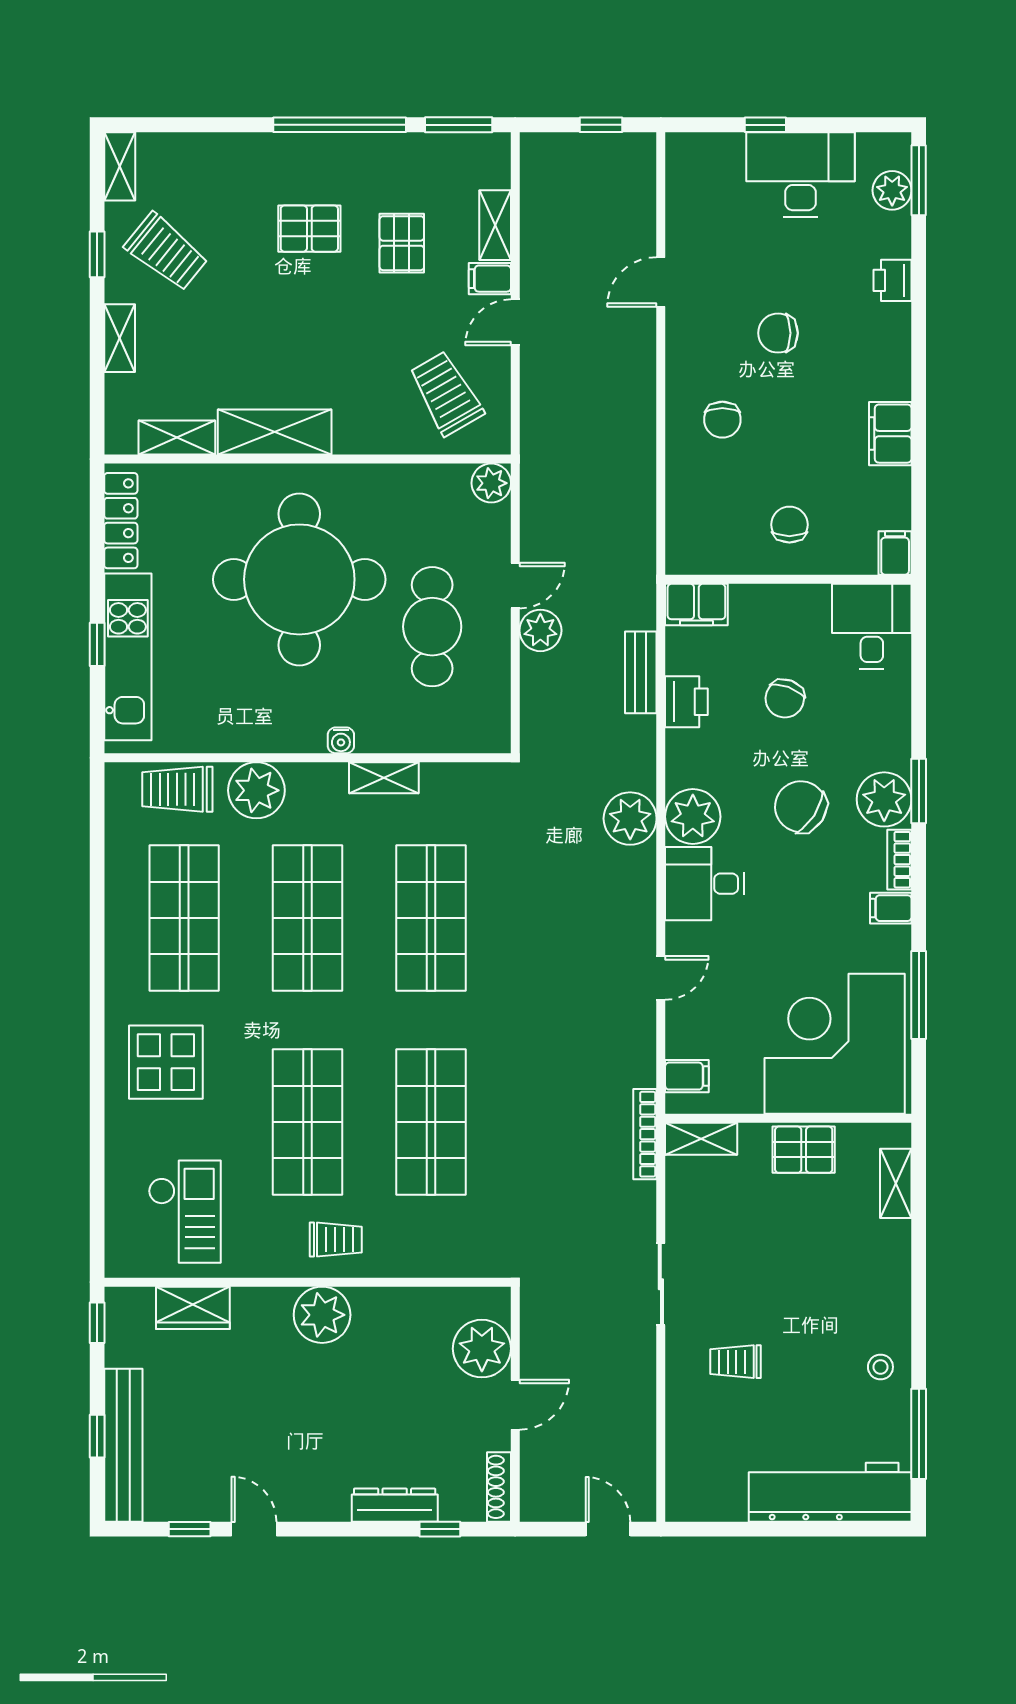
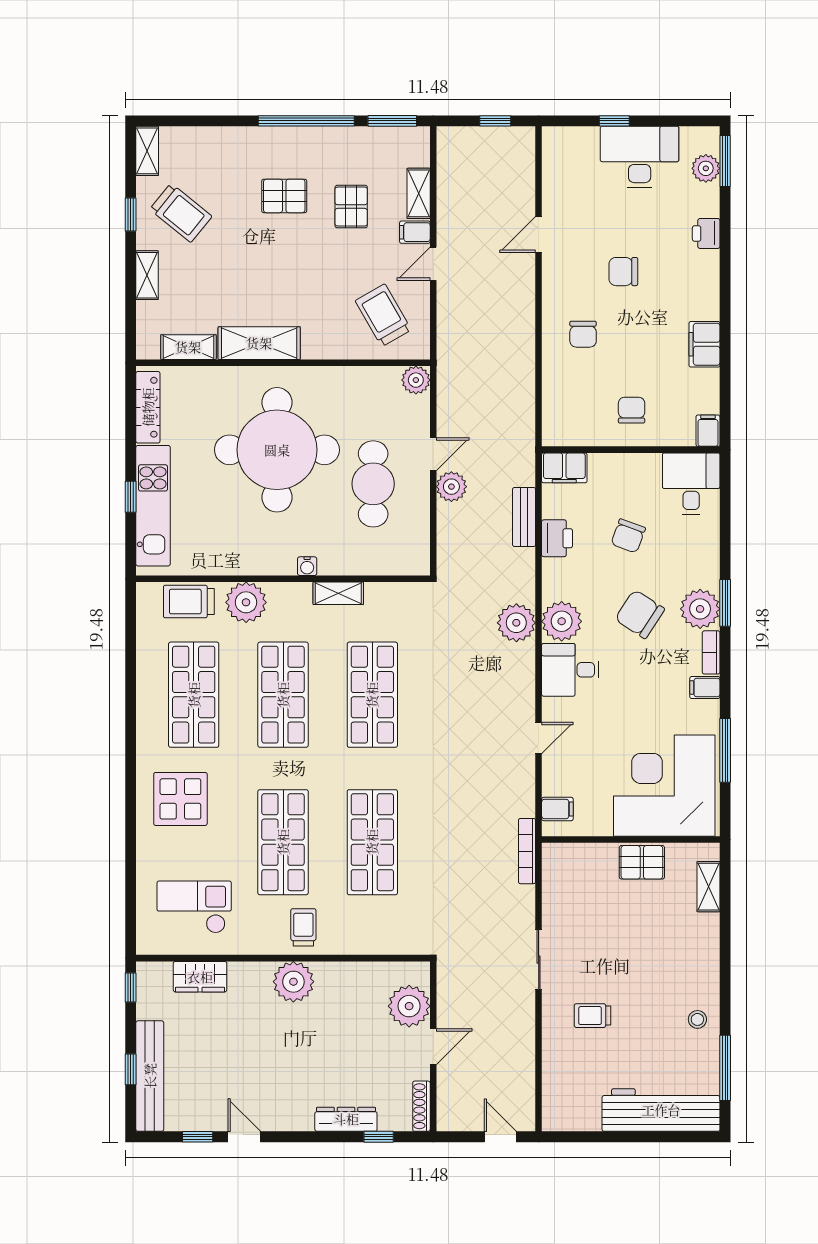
shelving: (701, 1139) -> (568, 854), removed
checkout: (185, 1212) -> (194, 907), turned -90
trolley: (336, 1240) -> (303, 927), turned -90

